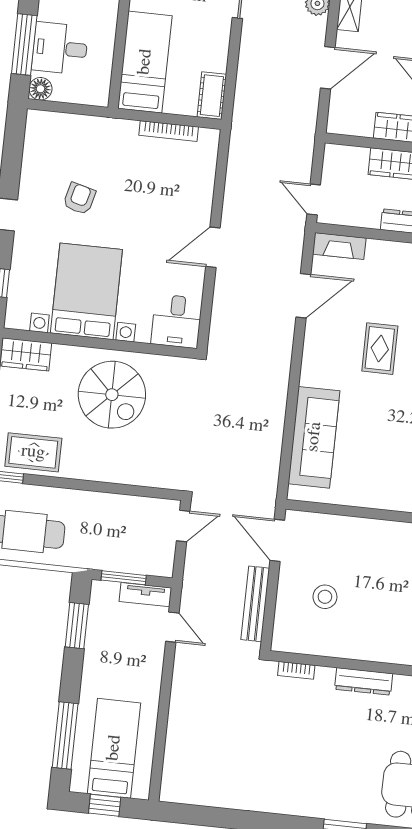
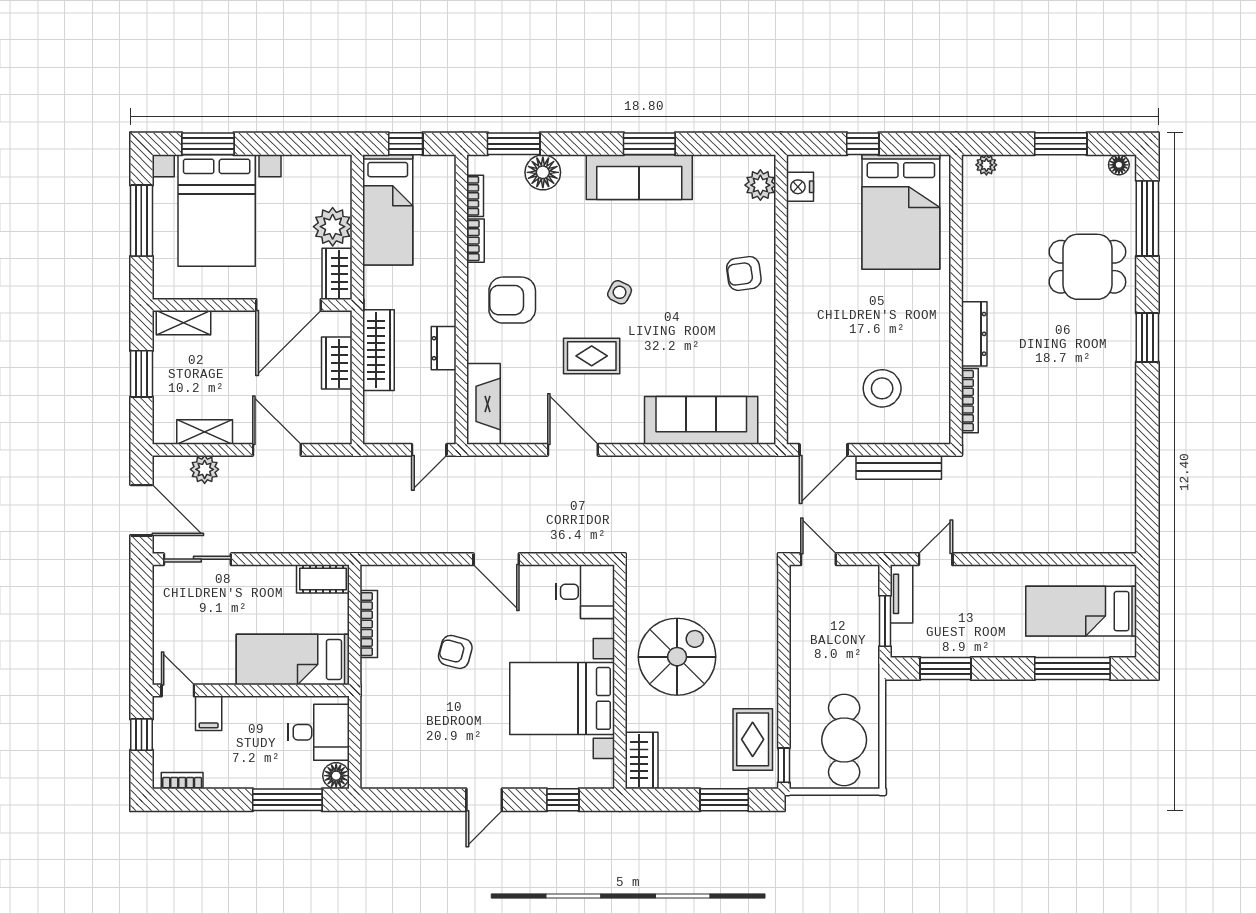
desk: (60, 48) -> (319, 732), moved, turned -90
armchair: (79, 199) -> (455, 652), moved
fireplace: (339, 246) -> (483, 404), width x1.37, depth x1.32
door: (303, 296) -> (573, 450), moved
stool: (325, 597) -> (882, 388), width x1.38, depth x1.38
bookcase: (296, 670) -> (970, 401), width x1.56
window: (105, 805) -> (1147, 615), removed

